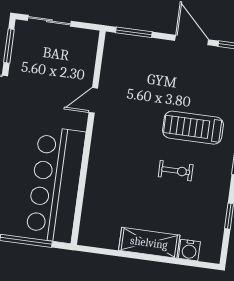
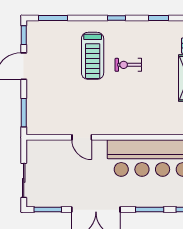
exercise bike: (176, 171) -> (128, 65), turned -90

